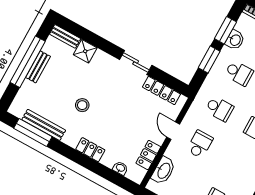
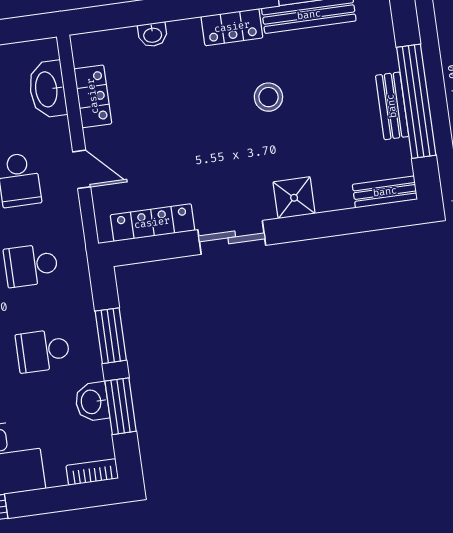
shower: (85, 51) -> (294, 198), moved
locker: (90, 150) -> (232, 27), moved
washbasin: (120, 168) -> (153, 35), moved

